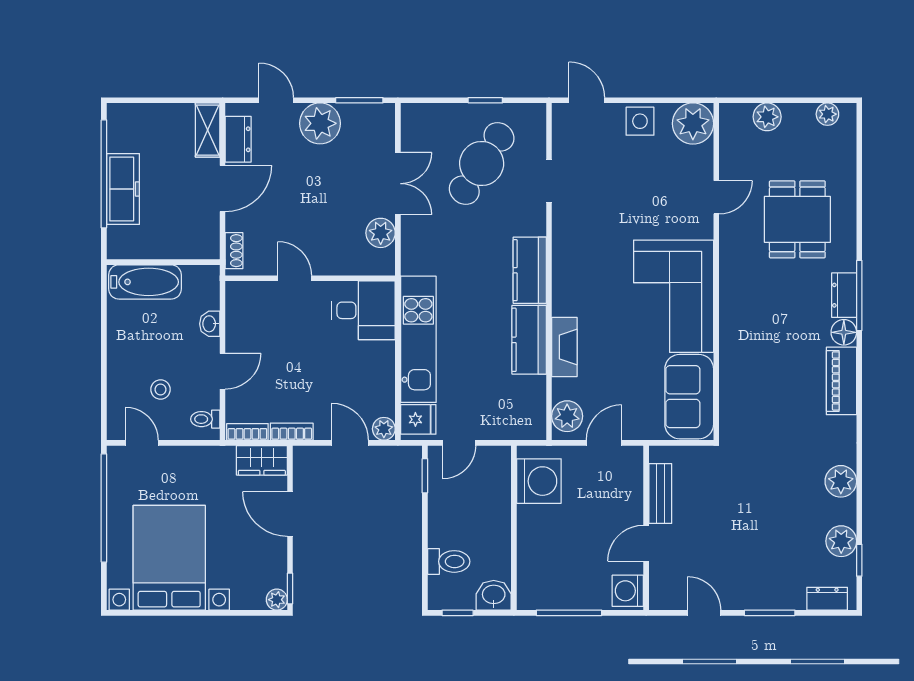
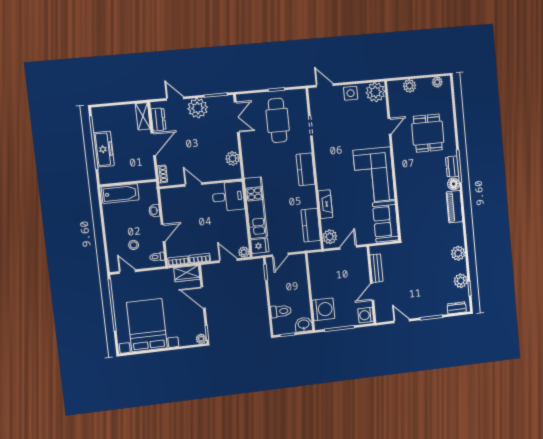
cafe table: (482, 163) -> (278, 120), turned -33
double door: (398, 184) -> (237, 117), moved
kitchen counter: (529, 340) -> (311, 225), moved
washing machine: (539, 481) -> (323, 309), moved

